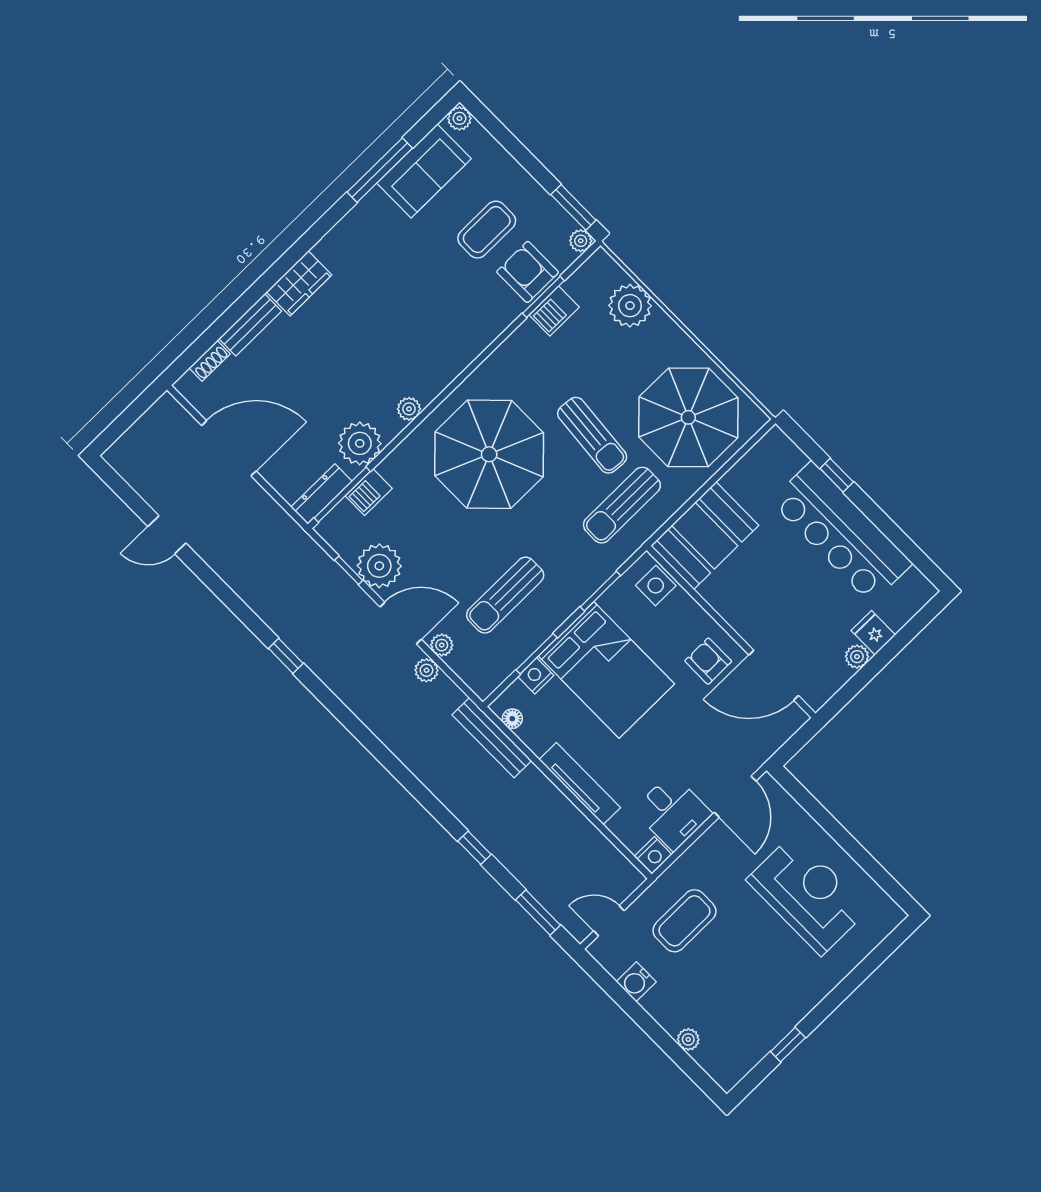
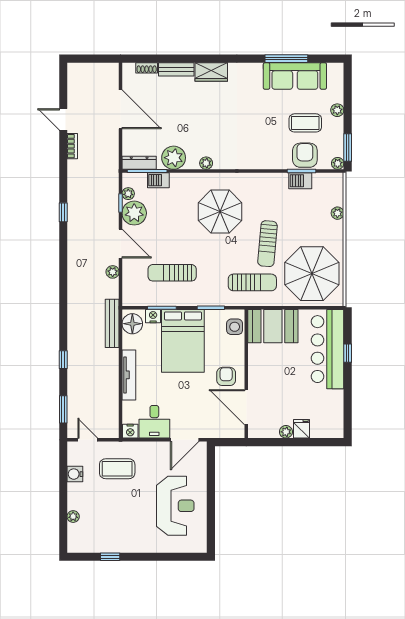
plant: (459, 118) -> (337, 110), moved
sofa: (424, 171) -> (295, 76), width x1.36
plant: (630, 306) -> (337, 213), width x0.53, depth x0.53
parasol: (489, 454) -> (220, 212), width x0.73, depth x0.73
sun lounger: (622, 505) -> (252, 282), turned 180
bar counter: (841, 532) -> (328, 349), moved
bookcase: (213, 558) -> (72, 146), added
plant: (442, 645) -> (128, 194), moved
floor lamp: (512, 719) -> (132, 324), width x1.89, depth x1.89

